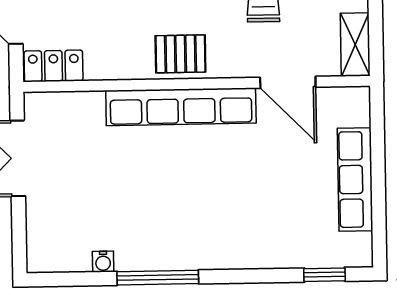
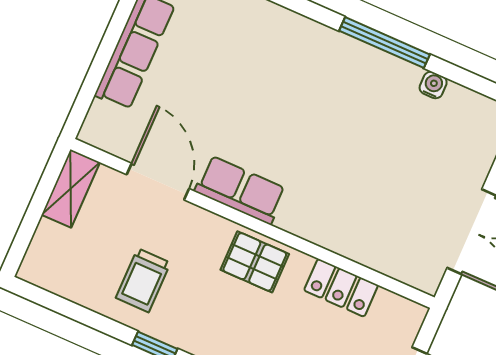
locker: (53, 66) -> (341, 288), moved
row of seats: (181, 107) -> (240, 190), width x0.50

